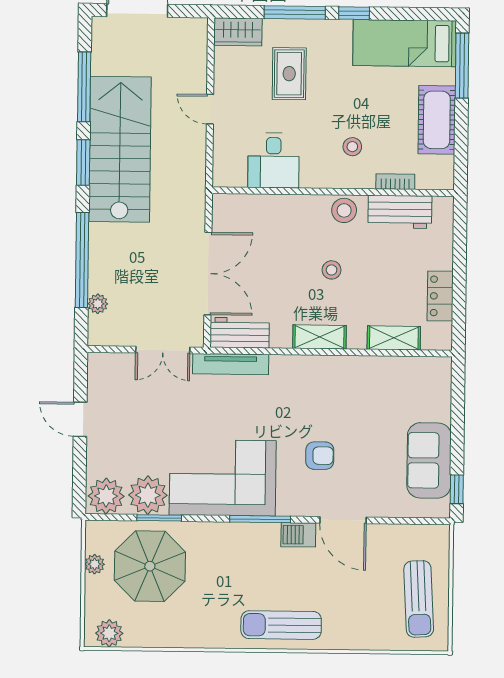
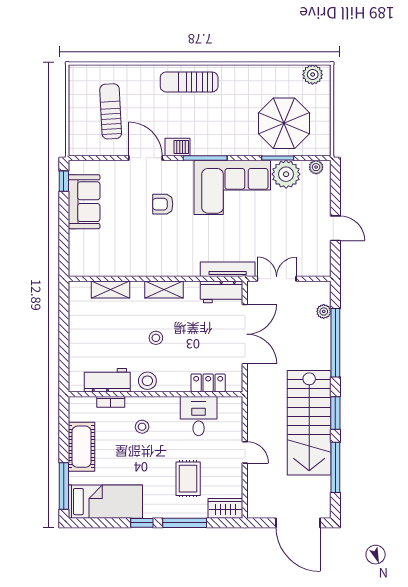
double door: (208, 274) -> (245, 334), swing flipped
locker: (440, 296) -> (208, 383), moved, turned -90
plant: (106, 496) -> (316, 167), width x0.53, depth x0.53
plant: (95, 564) -> (324, 124), removed
sun lounger: (419, 599) -> (111, 111), moved
sun lounger: (281, 625) -> (189, 82), turned 180

